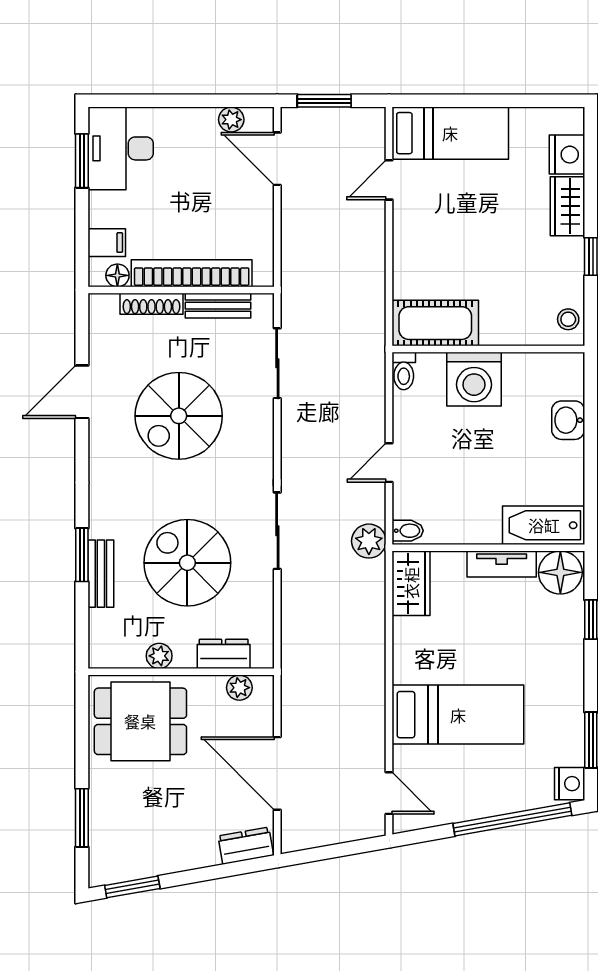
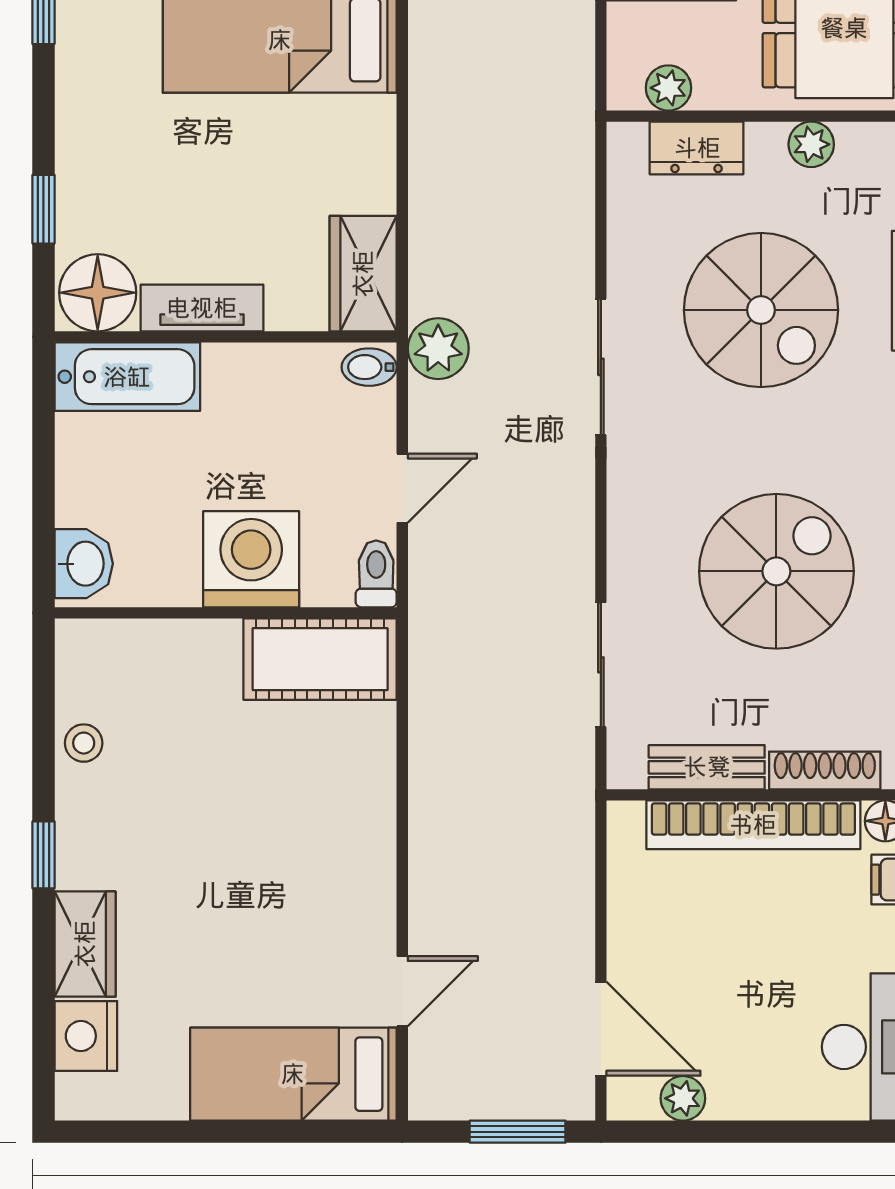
cot: (435, 323) -> (320, 659), moved
wall: (488, 349) -> (226, 613), moved
toilet: (404, 371) -> (376, 574), moved
washing machine: (474, 379) -> (251, 559), moved

